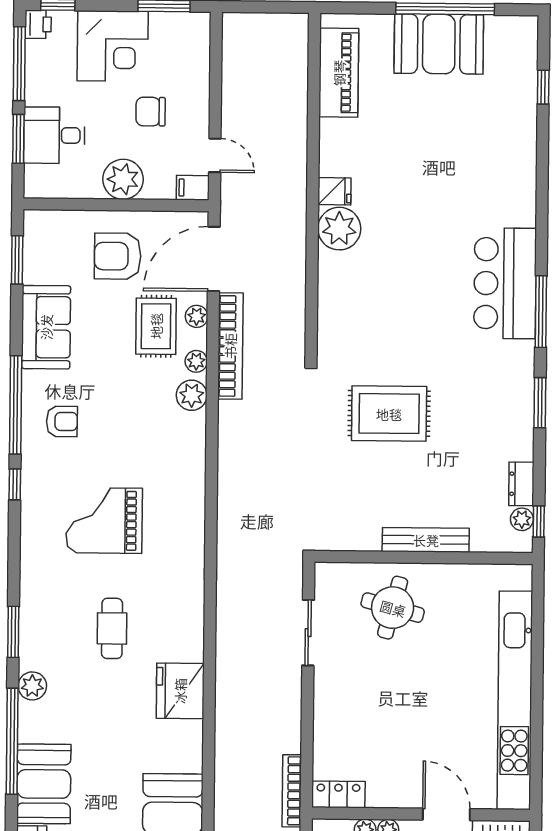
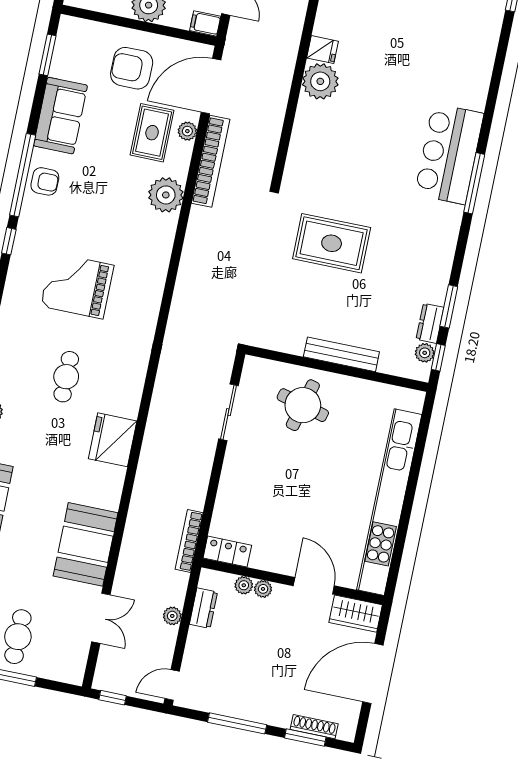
plant: (196, 361) -> (180, 168), removed
plant: (192, 395) -> (166, 195), width x1.36, depth x1.36
window: (540, 403) -> (449, 306), moved
armchair: (62, 421) -> (45, 181), moved

